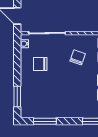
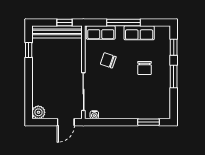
chair: (40, 64) -> (144, 68), moved
window: (45, 121) -> (174, 76), moved

